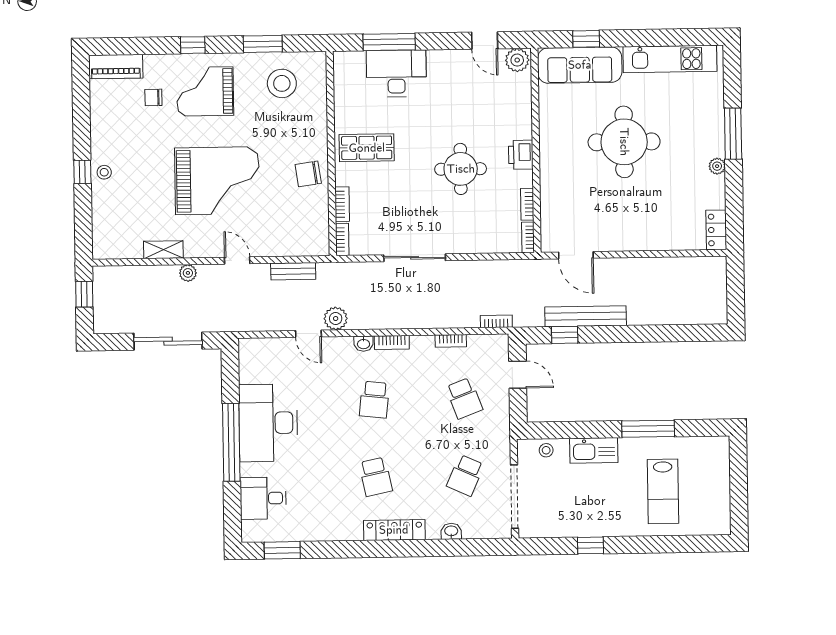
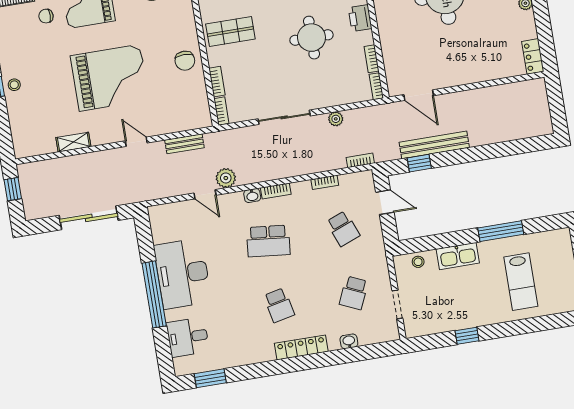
chair: (308, 174) -> (185, 61), turned -82
plant: (188, 273) -> (336, 119), moved
school desk: (374, 400) -> (268, 241), width x1.85
doorway: (514, 497) -> (397, 304), width x0.53

